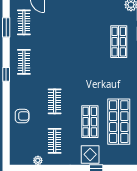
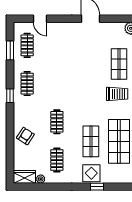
trolley: (117, 72) -> (117, 94), added
armchair: (22, 116) -> (25, 136), turned -57
wardrobe: (21, 158) -> (24, 177), added

